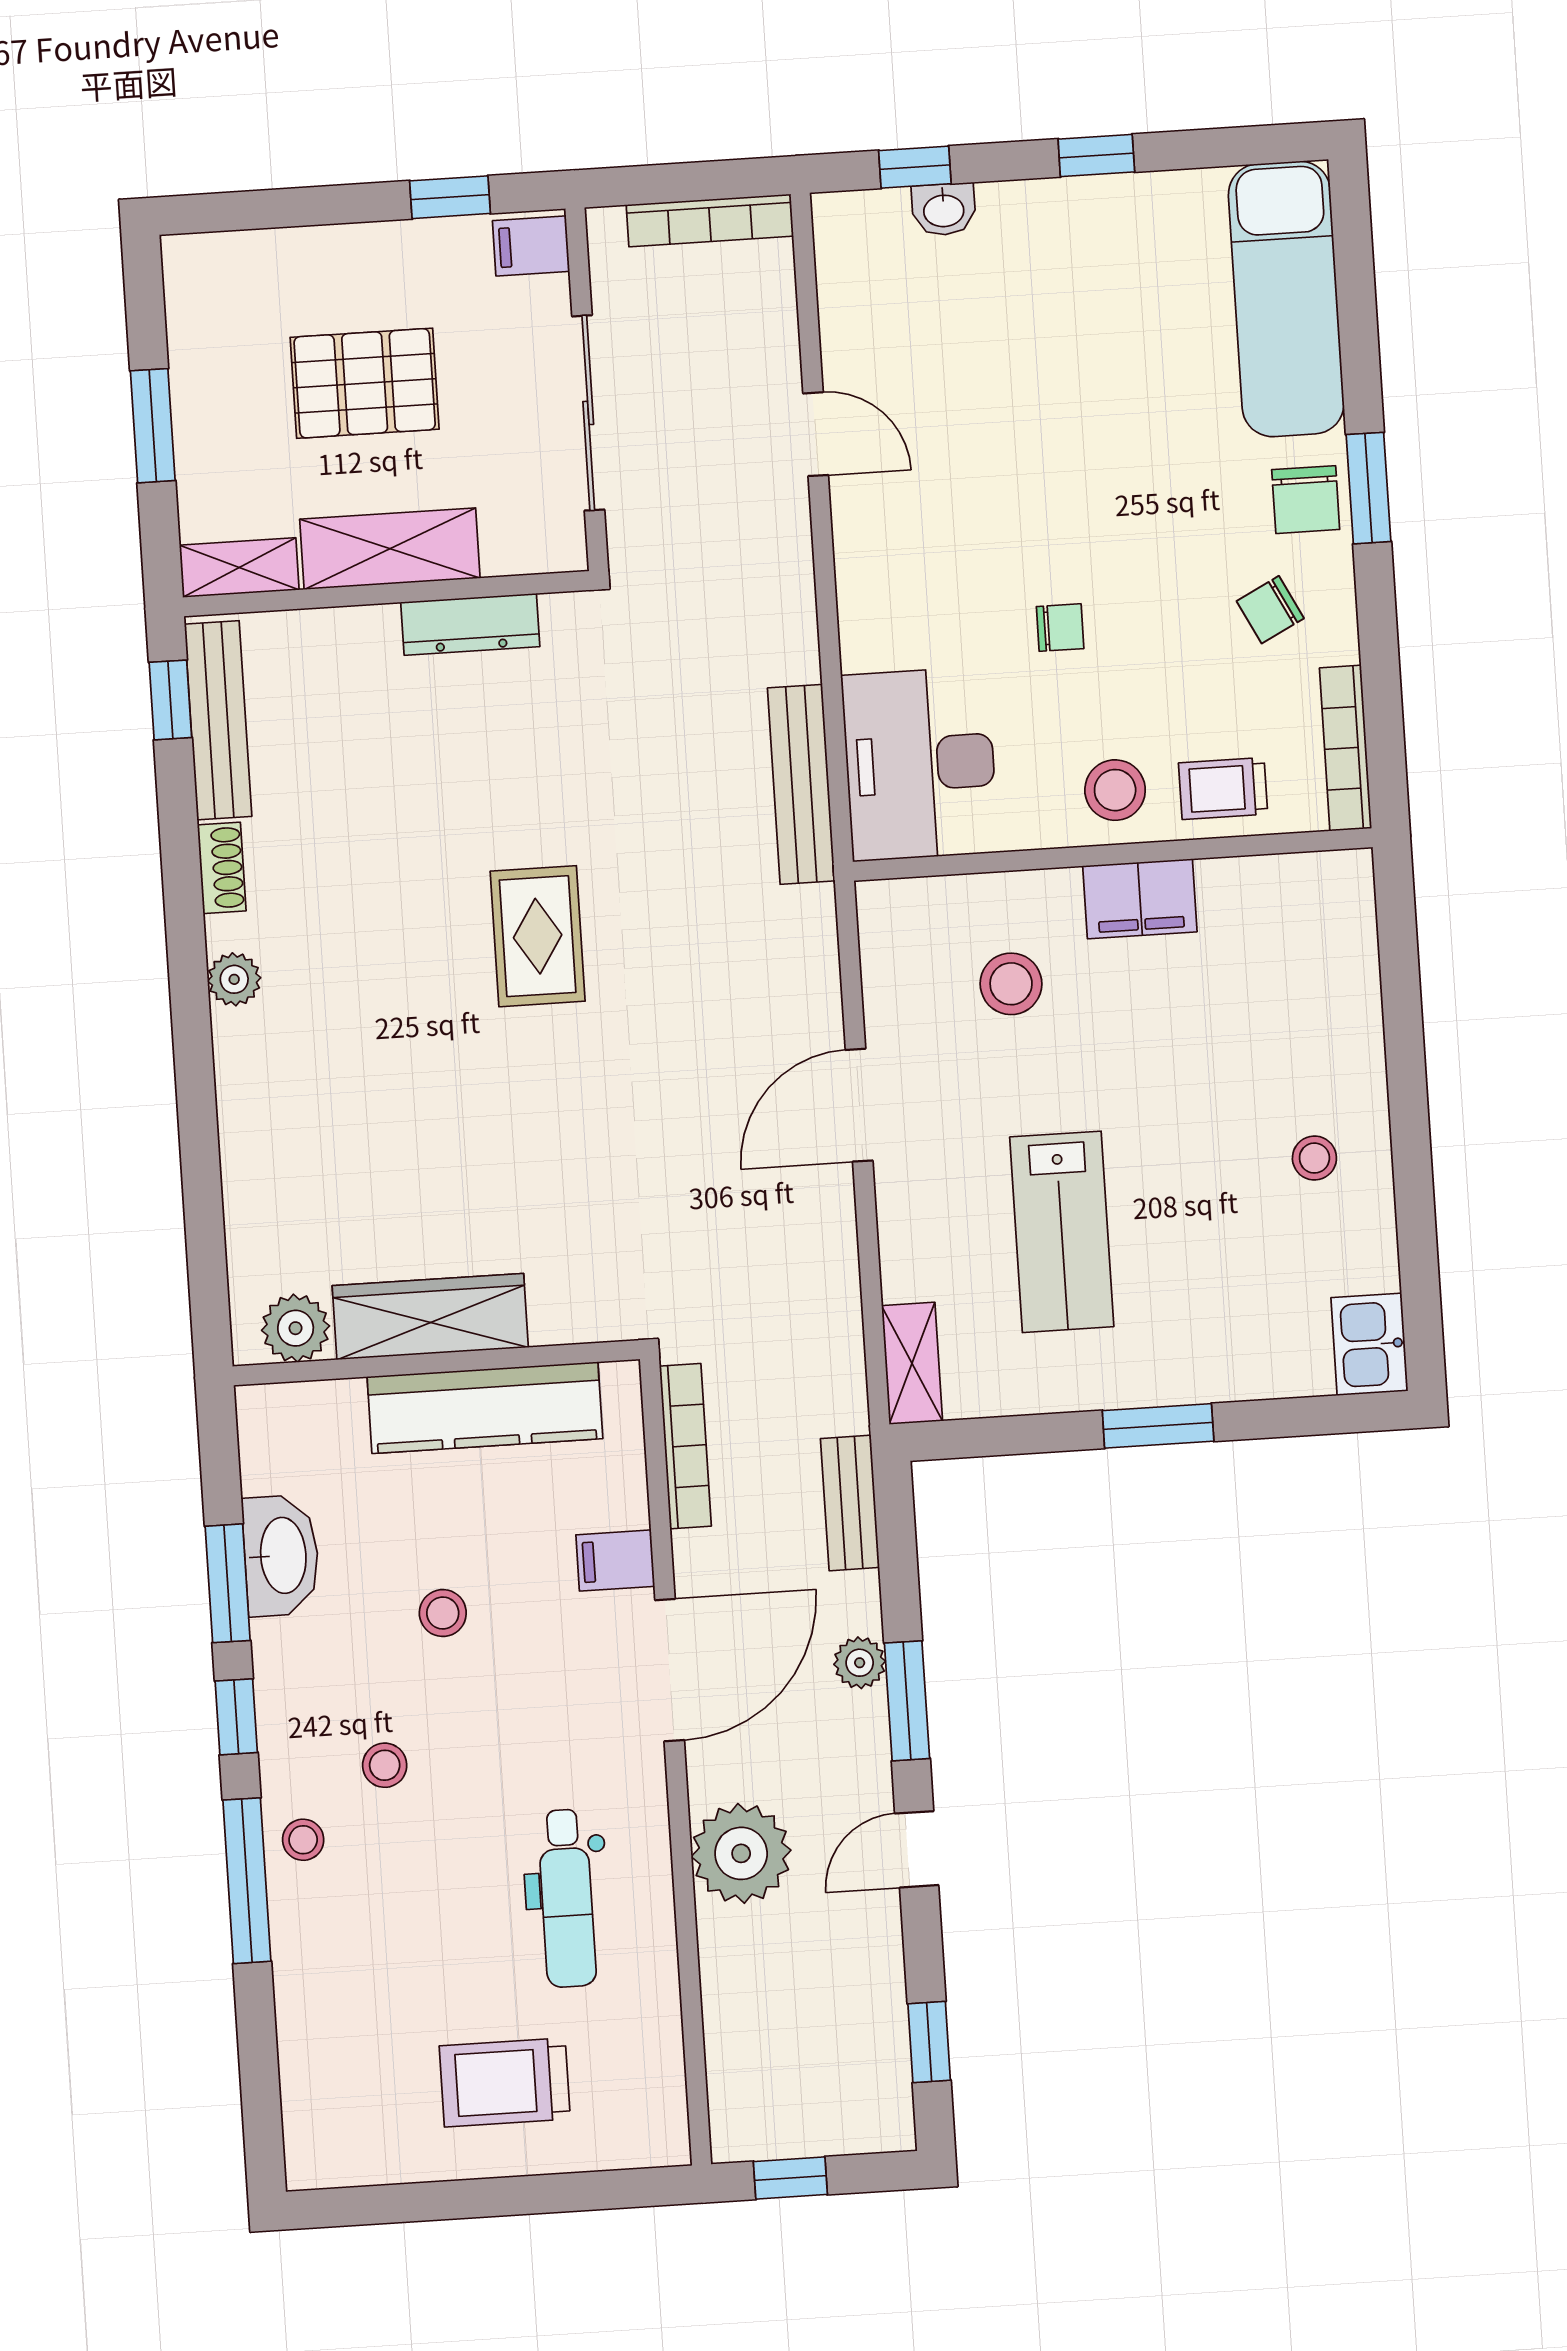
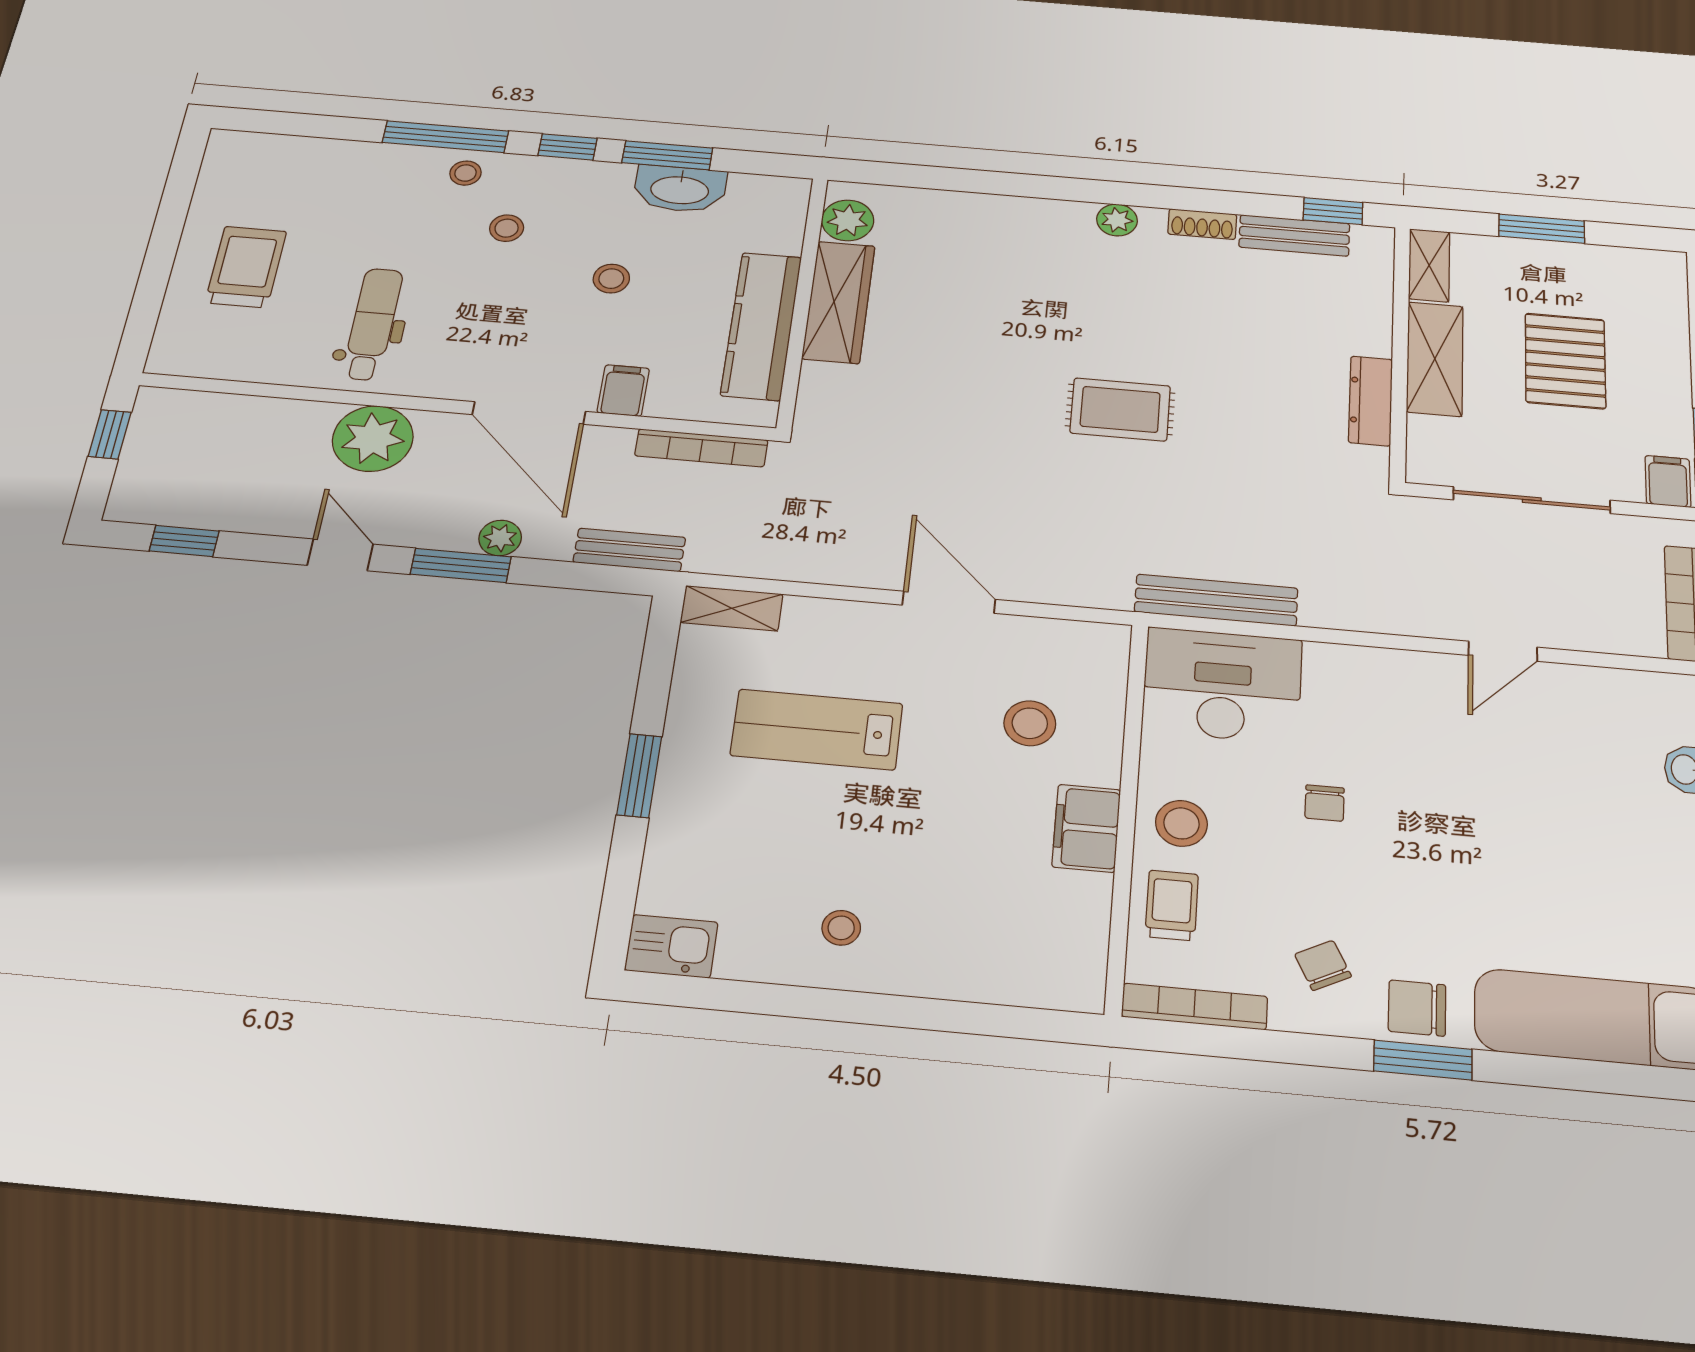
bench: (218, 720) -> (1294, 235), width x0.73
dental chair: (567, 1898) -> (373, 324), turned 90

